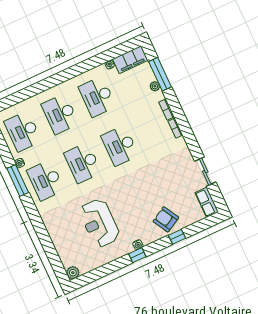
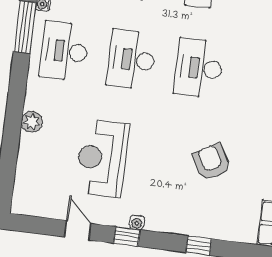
armchair: (166, 219) -> (211, 162), moved
door: (110, 268) -> (78, 230), added
plant: (73, 273) -> (32, 122), moved

